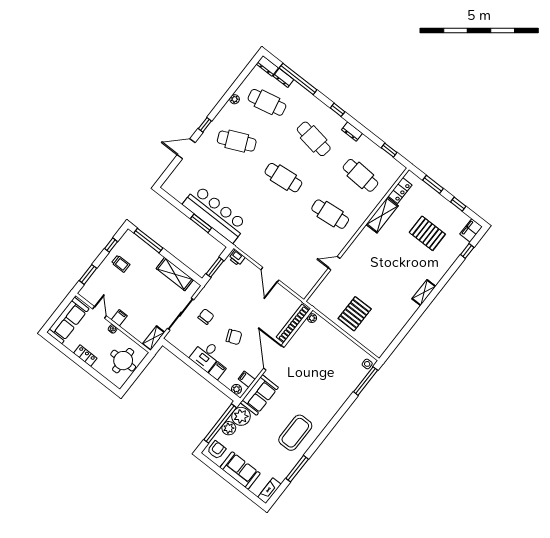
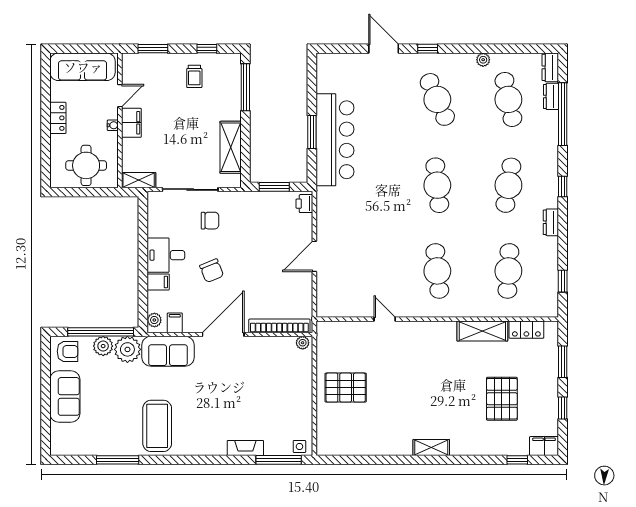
filing cabinet: (119, 318) -> (131, 123), width x2.00
coffee table: (295, 433) -> (157, 426), turned 90
fireplace: (269, 491) -> (245, 448), moved

